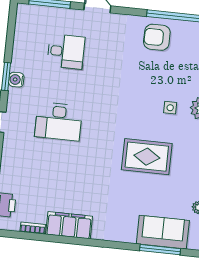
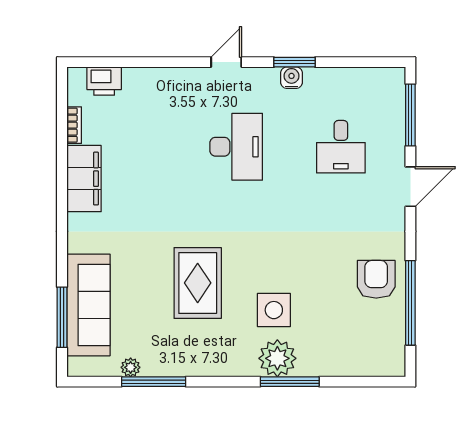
side table: (170, 108) -> (274, 310), width x1.87, depth x1.87
desk: (59, 121) -> (236, 147), turned 180
sofa: (163, 232) -> (88, 305), width x1.36

